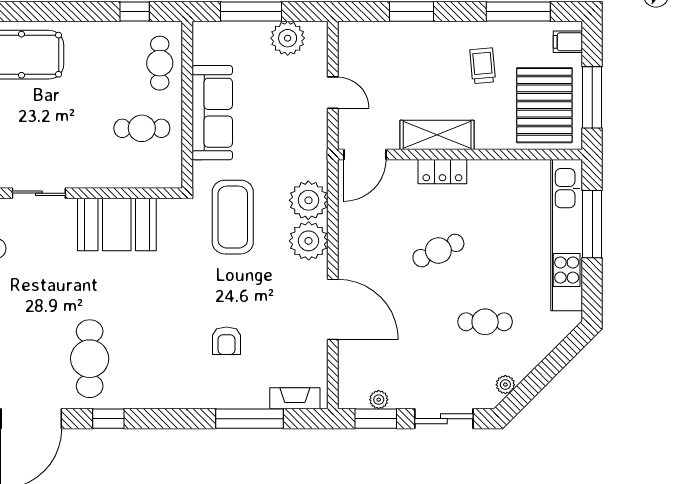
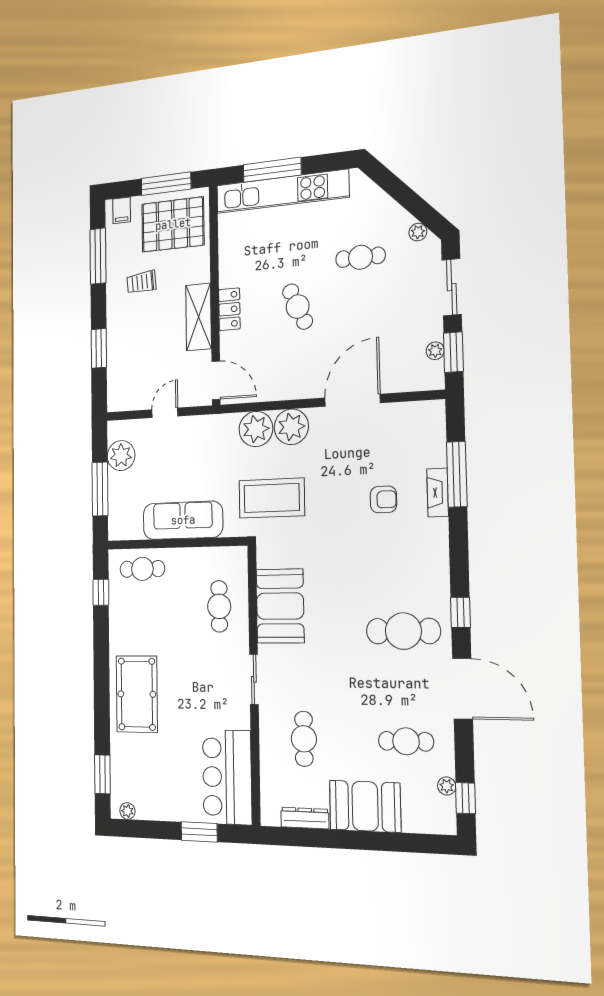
cafe table: (142, 128) -> (219, 606), moved
cafe table: (485, 322) -> (360, 257), turned 90
fireplace: (295, 398) -> (438, 493), moved

